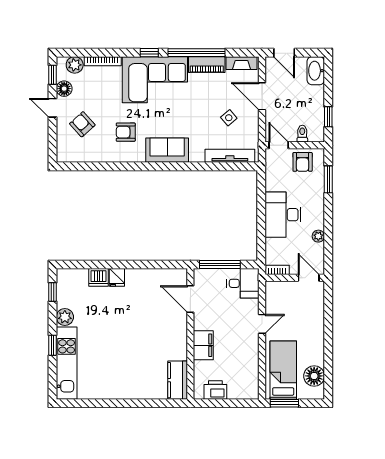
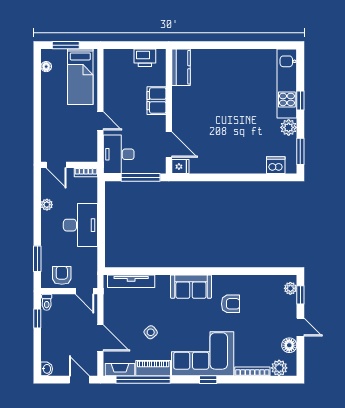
window: (197, 53) -> (143, 380), moved
washbasin: (316, 71) -> (47, 369), width x0.52, depth x0.69
window: (52, 75) -> (300, 295), moved
side table: (229, 118) -> (151, 332), moved
armchair: (82, 124) -> (272, 311), removed
toilet: (302, 134) -> (47, 302), moved
plant: (63, 148) -> (290, 288), added
dishwasher: (98, 277) -> (276, 165), moved
fridge: (117, 277) -> (180, 167), moved, turned 90
desk: (243, 283) -> (119, 154), width x1.37
window: (52, 292) -> (300, 151), width x1.50
door: (262, 324) -> (100, 121), swing flipped
floor lamp: (314, 376) -> (46, 67), width x0.53, depth x0.53
window: (284, 403) -> (66, 45), moved

